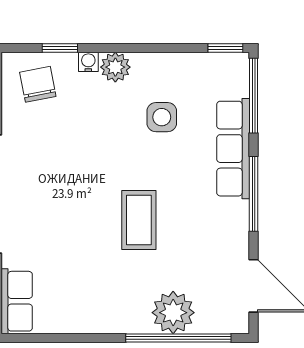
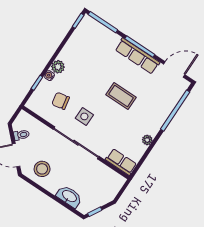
chair: (38, 84) -> (61, 101), moved
side table: (162, 117) -> (84, 116), moved
row of seats: (233, 149) -> (137, 56), moved
plant: (173, 313) -> (147, 140), moved, width x0.53, depth x0.53

